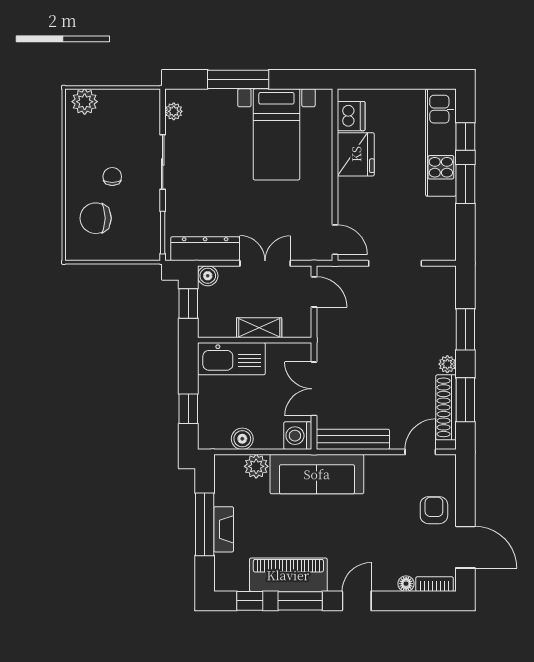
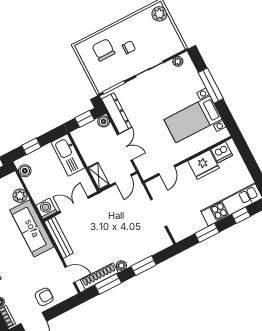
window: (465, 184) -> (207, 233), moved
door: (335, 240) -> (167, 170), moved
shelving: (259, 328) -> (99, 176), moved
boiler: (242, 439) -> (25, 171), moved

